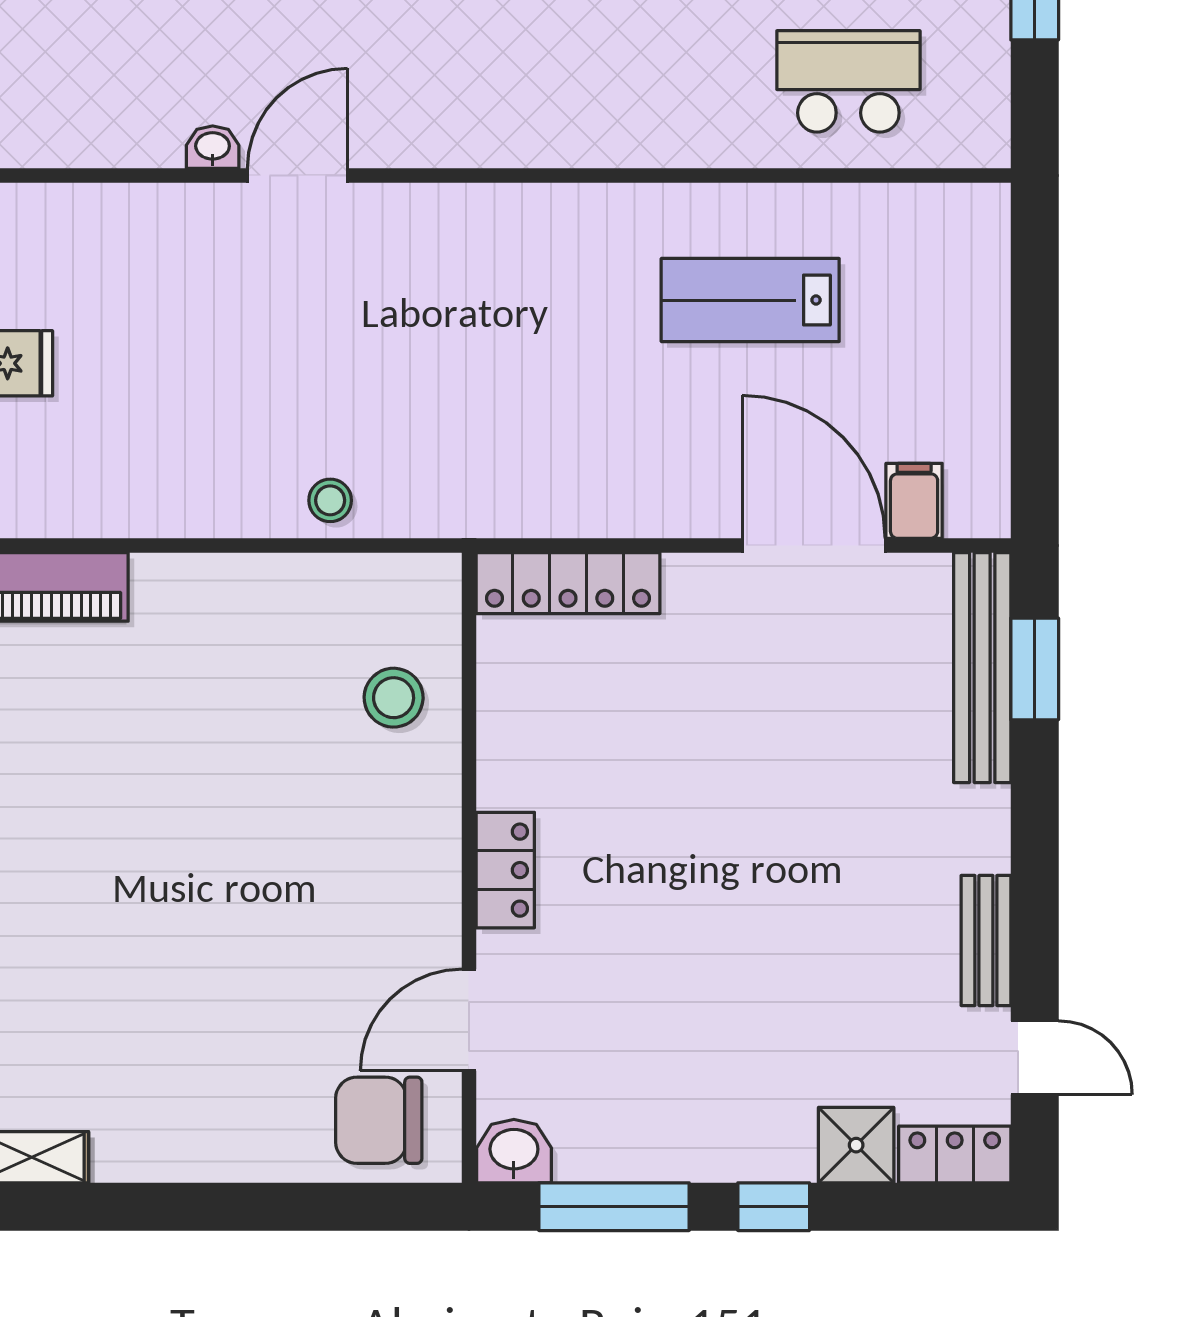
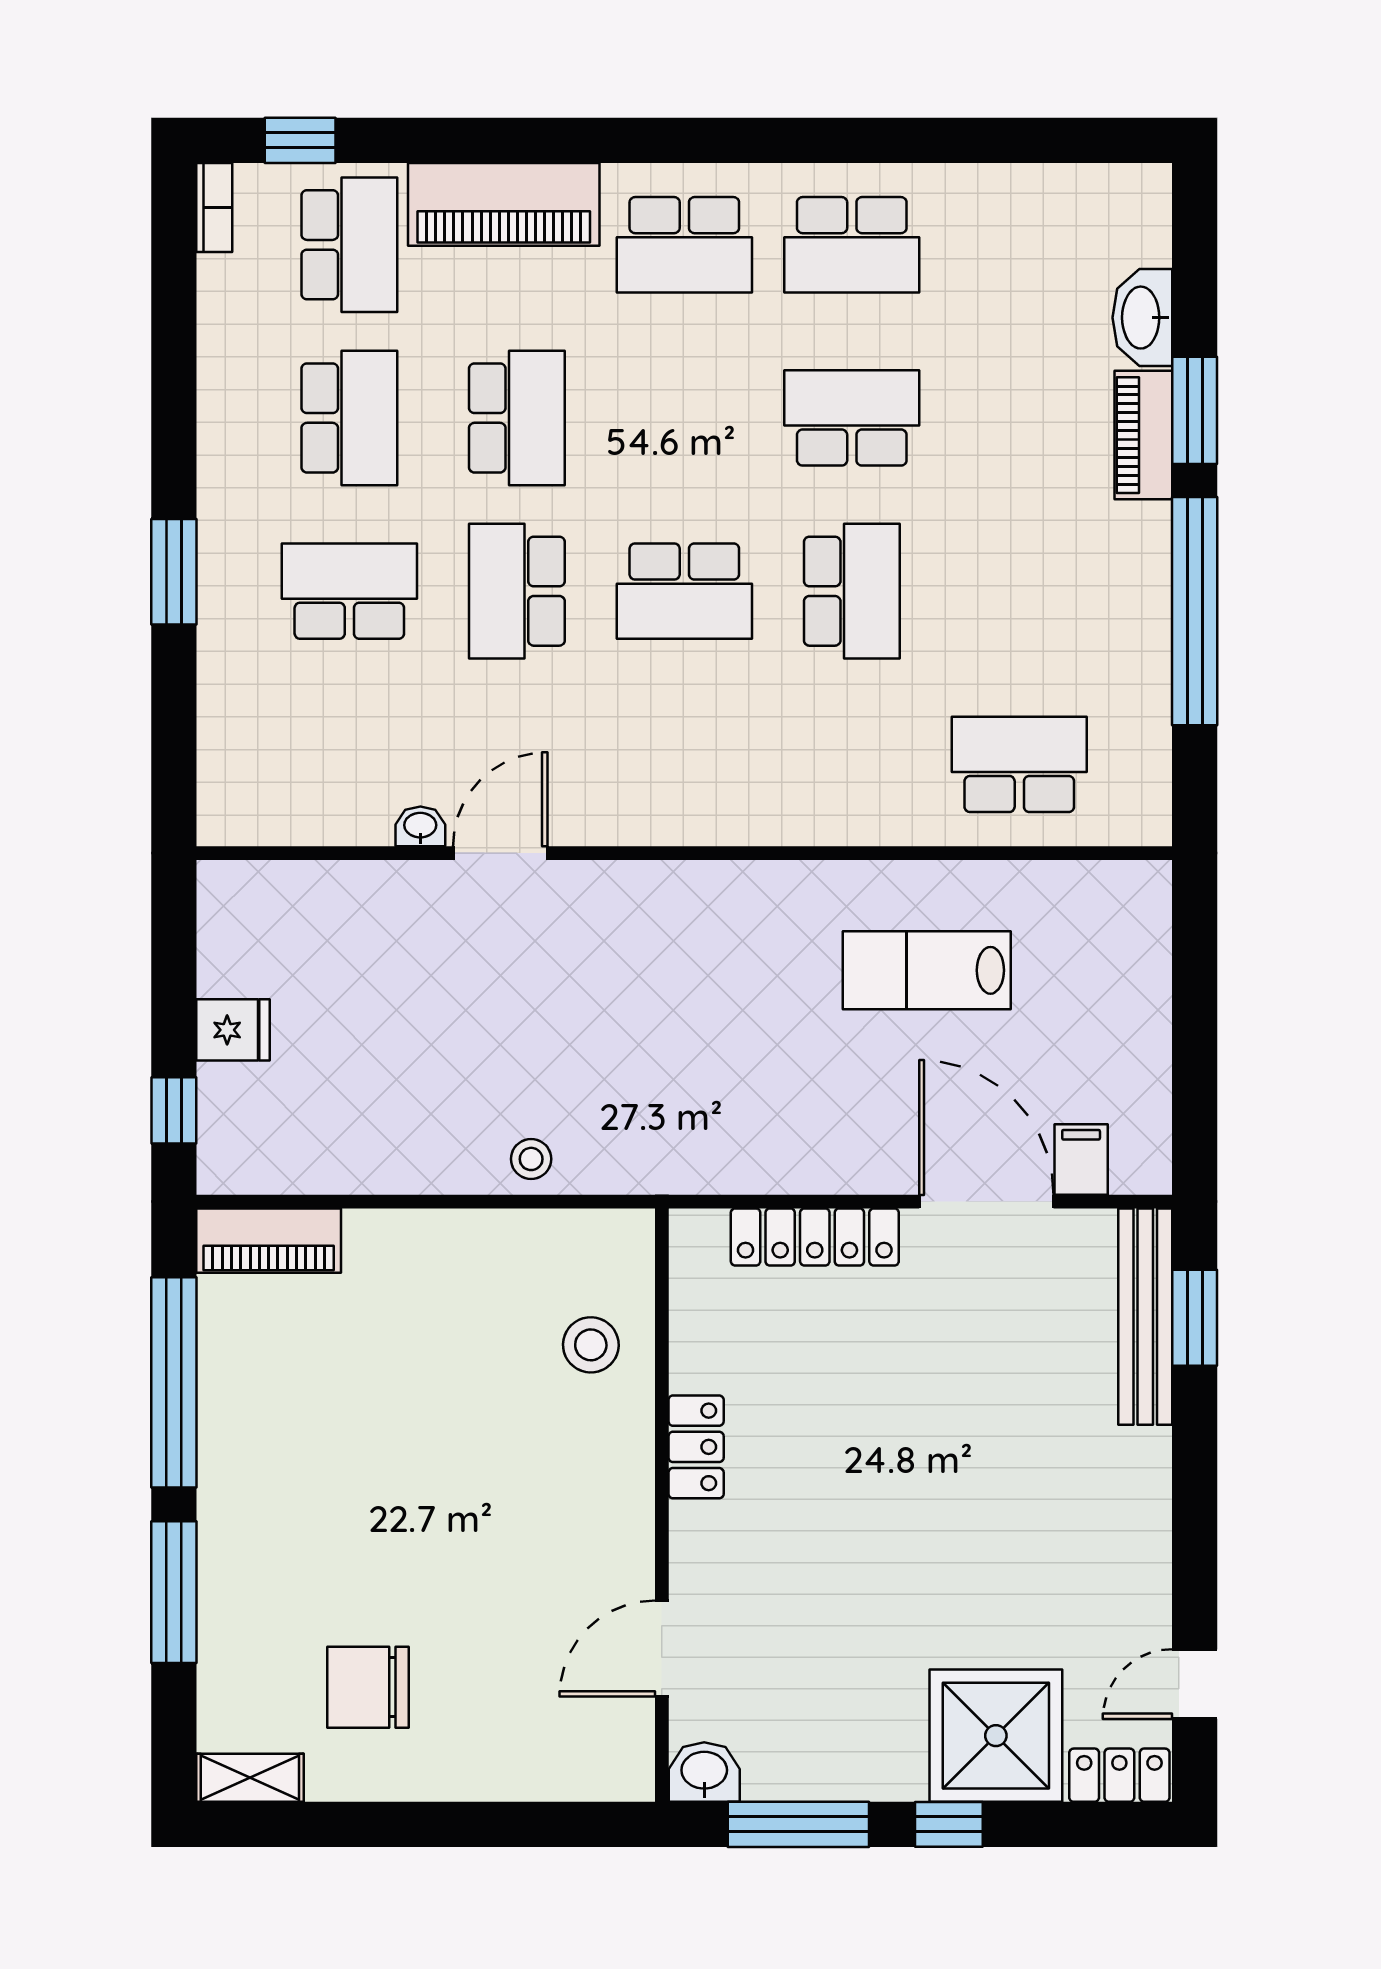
locker: (568, 583) -> (815, 1237), moved
locker: (505, 870) -> (696, 1447), moved
bench: (986, 940) -> (1149, 1574), removed
door: (1035, 1058) -> (1195, 1684), swing flipped
chair: (379, 1120) -> (368, 1687), moved
shower: (856, 1145) -> (996, 1736), width x1.86, depth x1.86

